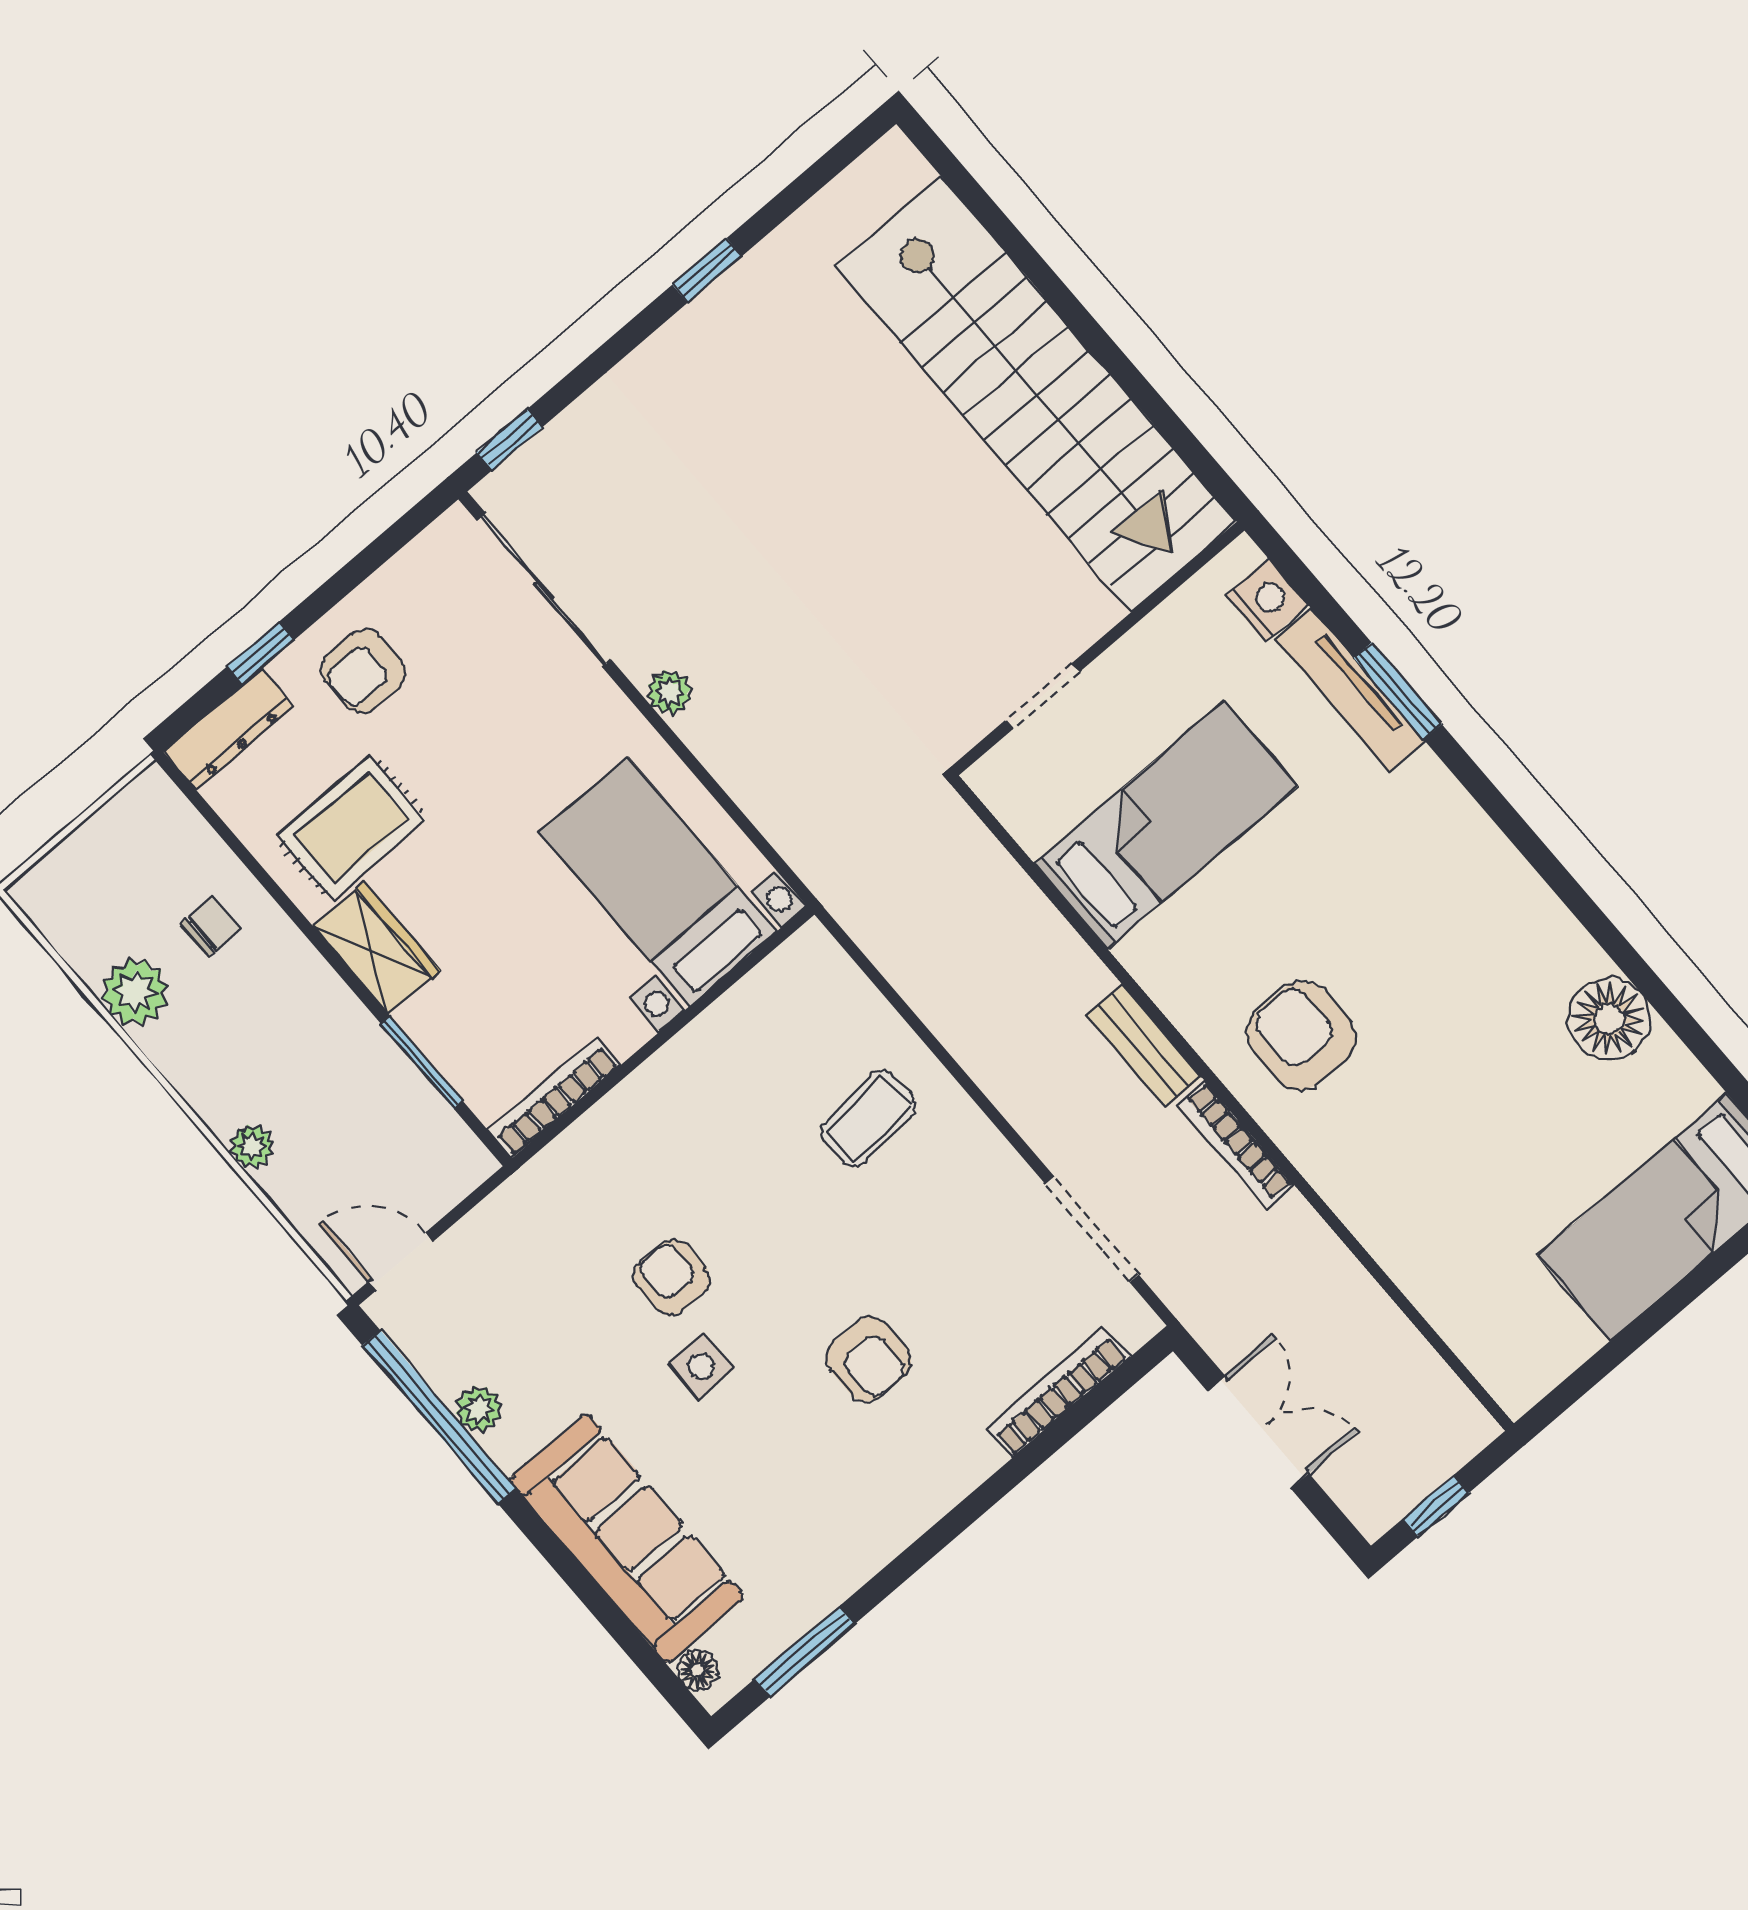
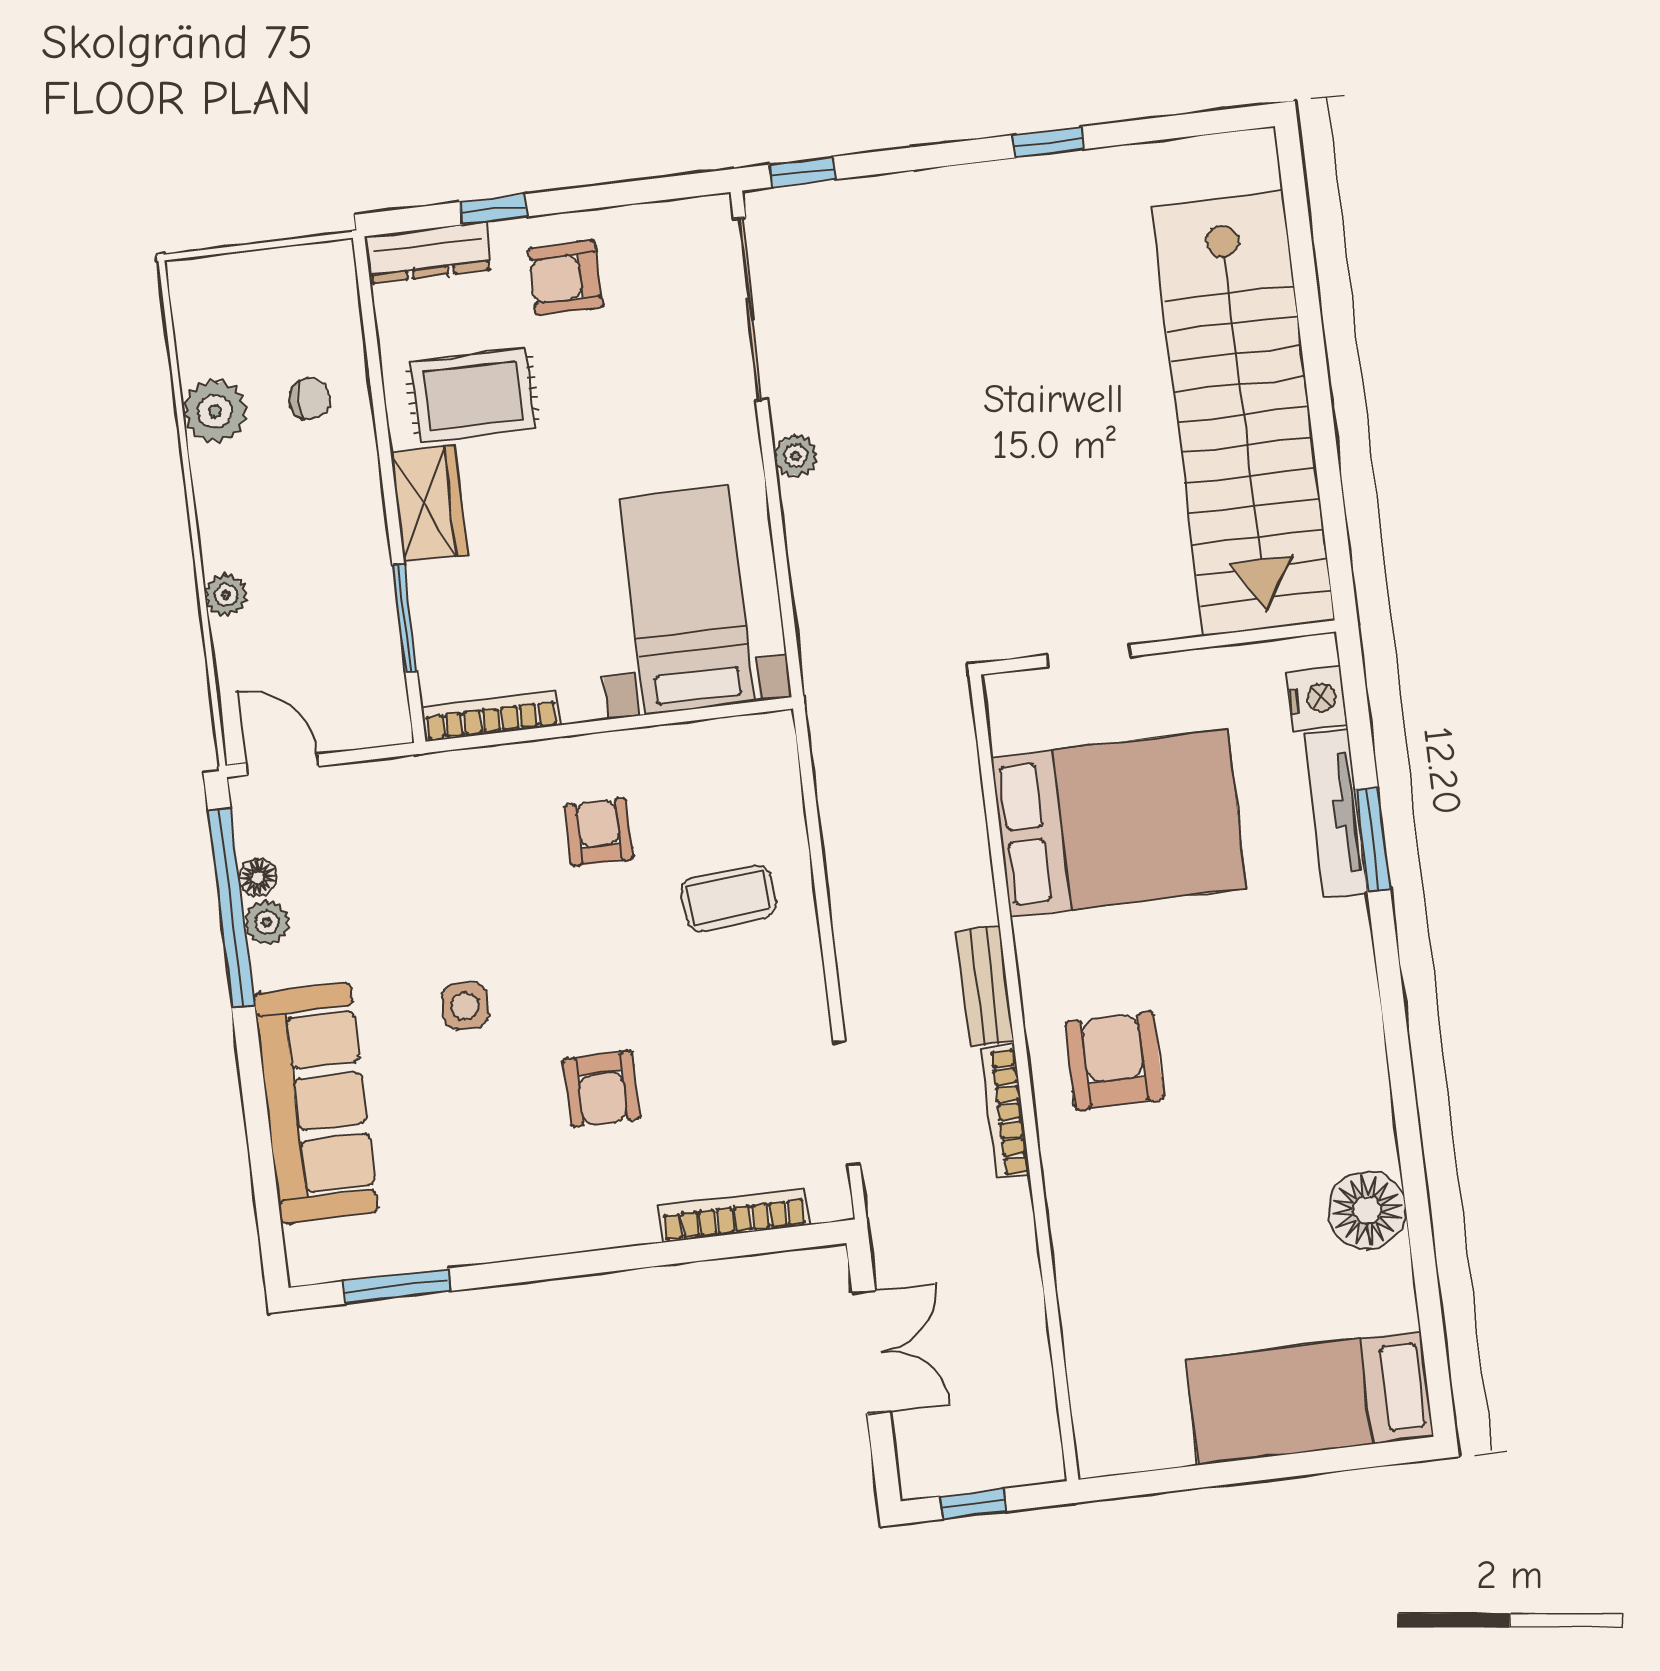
bed: (1166, 825) -> (1119, 823), width x1.50
armchair: (672, 1277) -> (599, 832), moved
floor lamp: (698, 1670) -> (258, 877), moved

